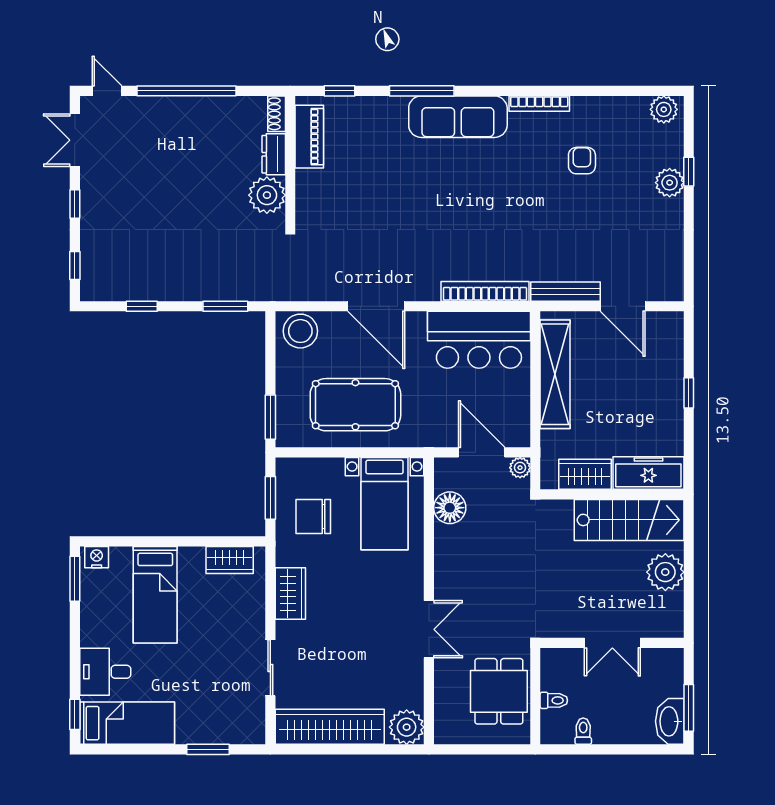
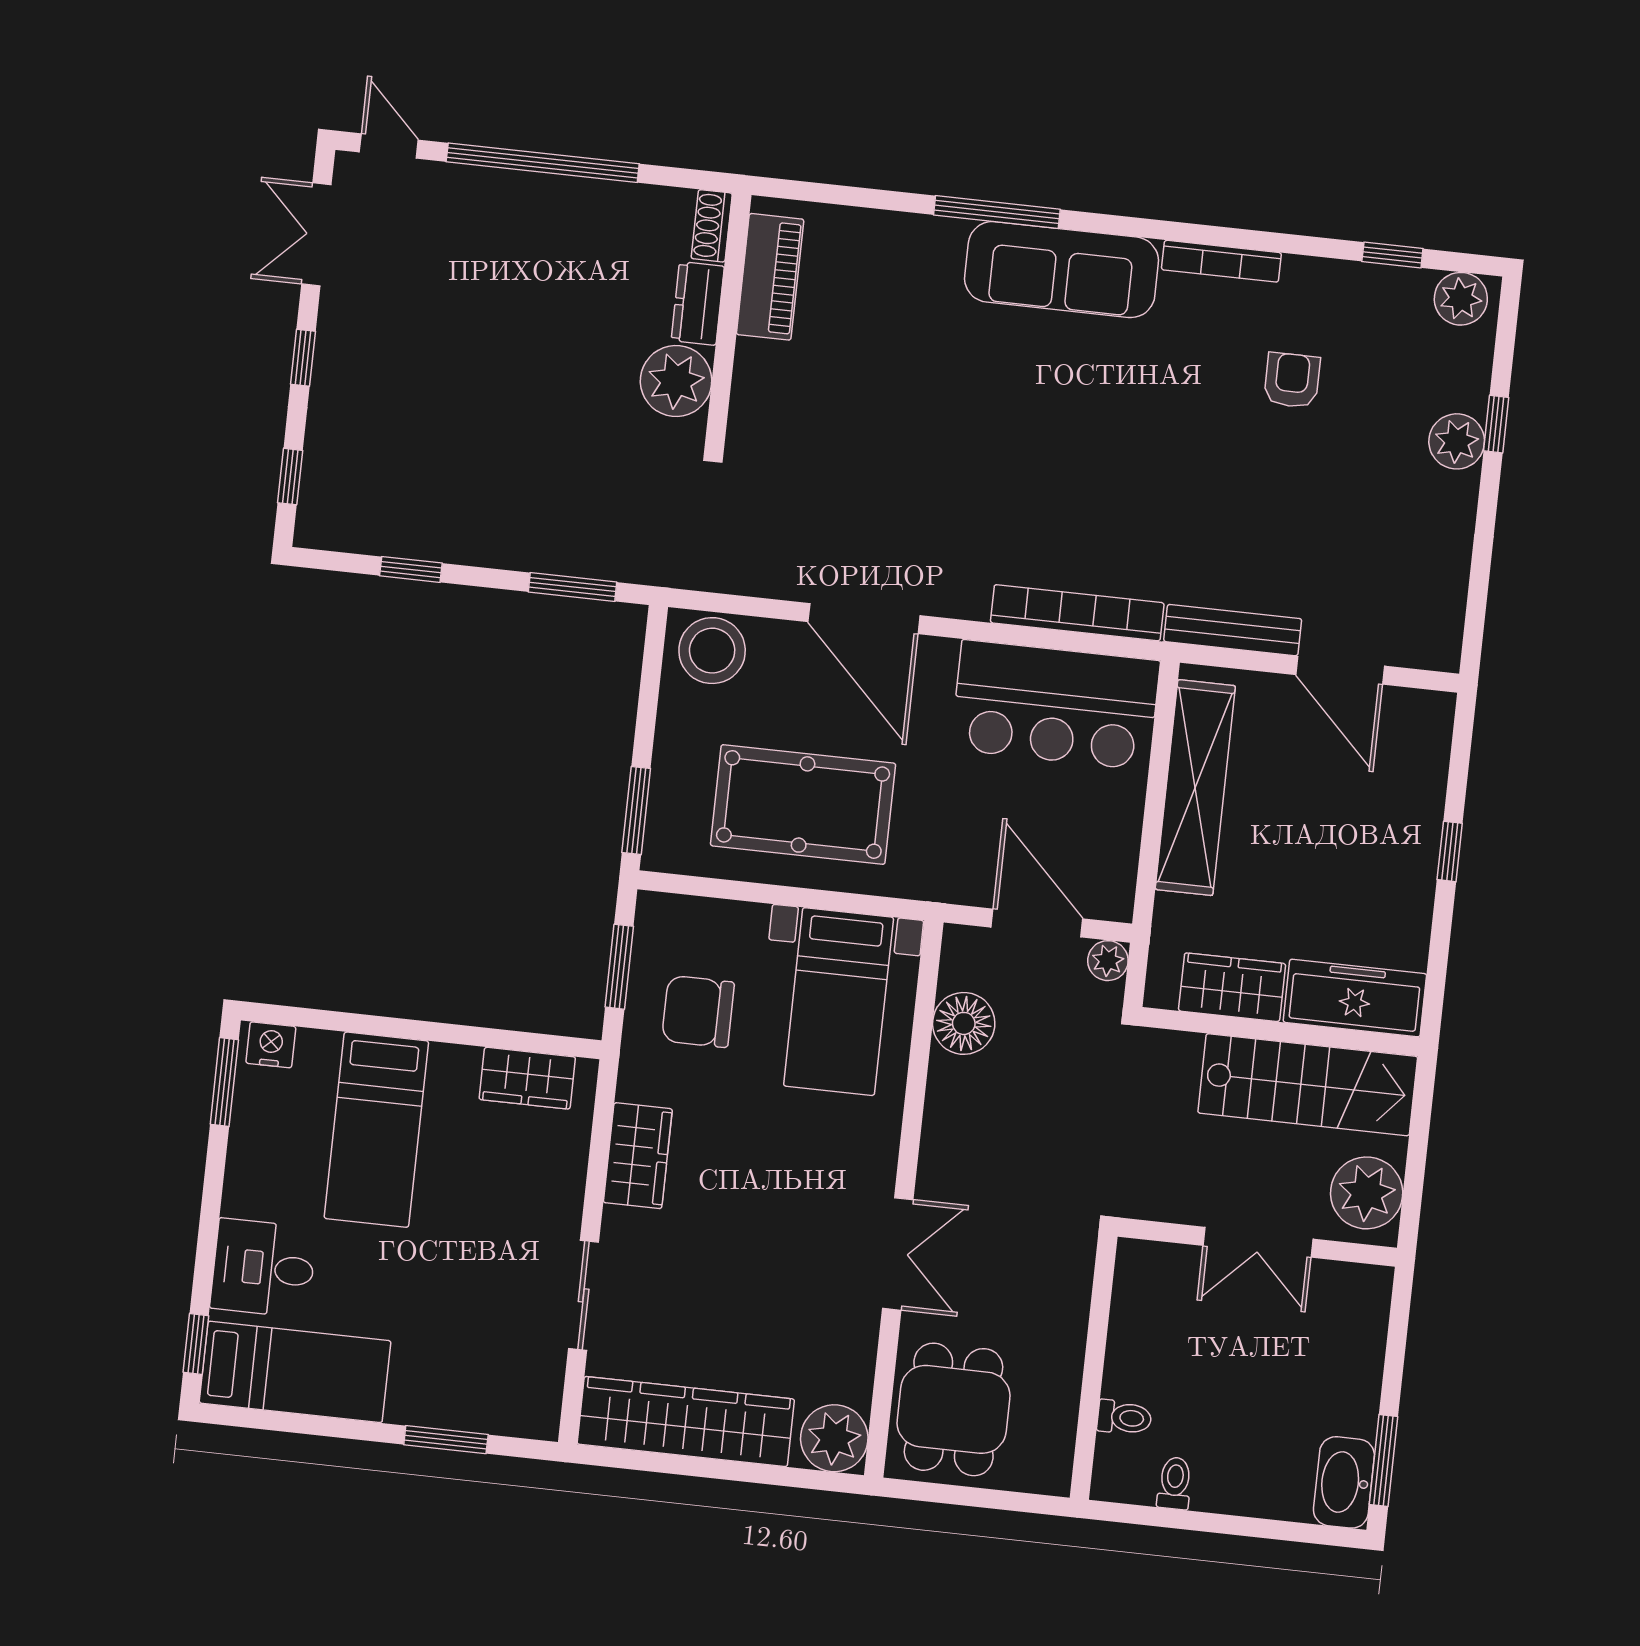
window: (339, 91) -> (1392, 255), moved
double door: (612, 643) -> (1258, 1242), moved
wall: (612, 643) -> (1257, 1242), moved
dining table: (499, 691) -> (954, 1409), moved

